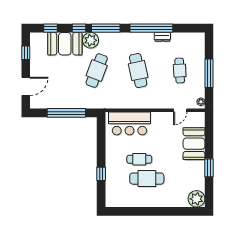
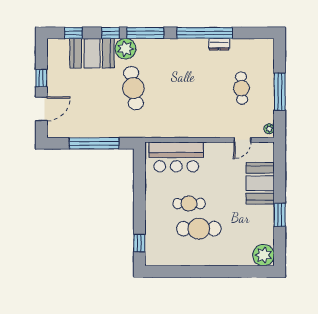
window: (26, 53) -> (41, 78), moved
cafe table: (97, 71) -> (133, 88), turned -30
cafe table: (138, 71) -> (187, 88), removed
window: (101, 174) -> (139, 243), moved

